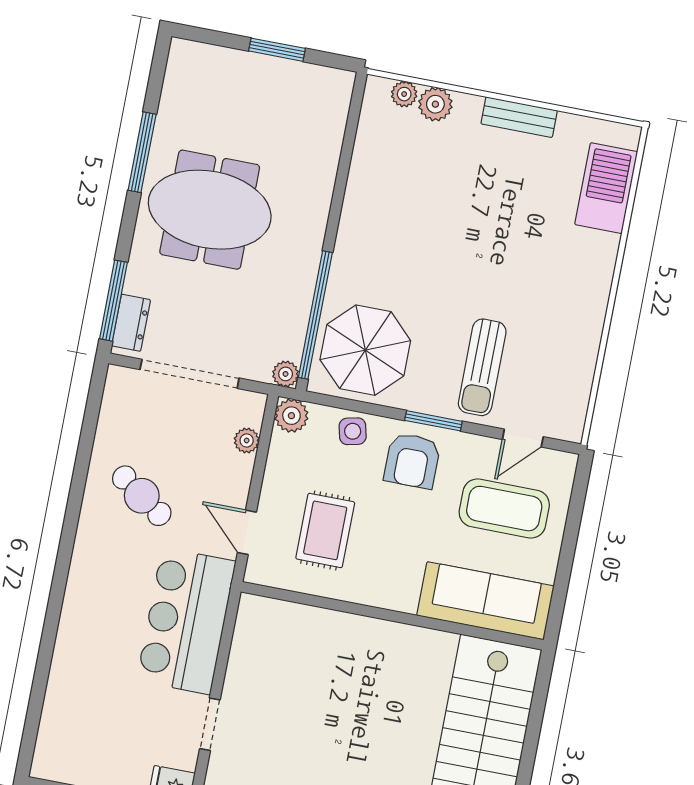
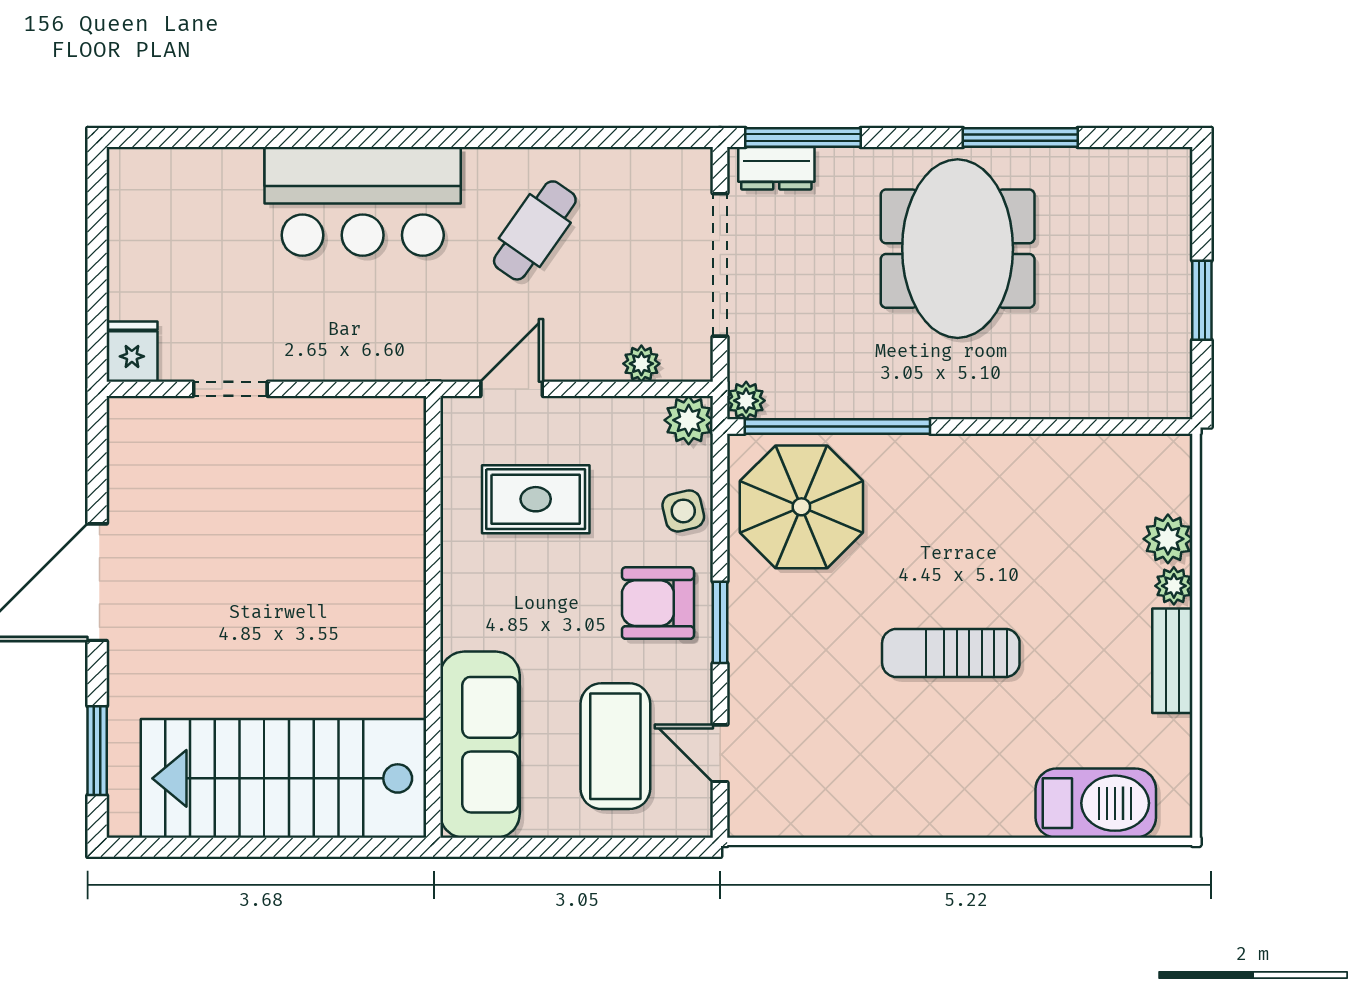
plant: (404, 94) -> (1174, 586), moved
sun lounger: (482, 367) -> (951, 653), moved
bar counter: (186, 621) -> (363, 201), moved, turned 180

